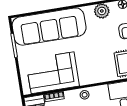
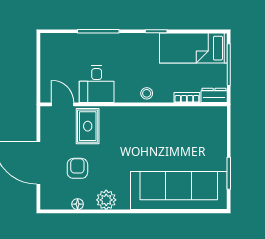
corner sofa: (53, 73) -> (184, 129), removed

